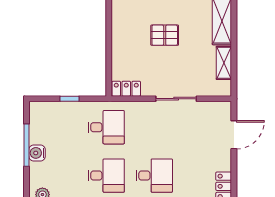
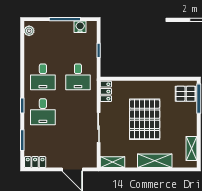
pallet: (165, 35) -> (145, 119), width x2.05, depth x2.00
shelving: (224, 63) -> (112, 162), moved
water cooler: (37, 153) -> (80, 27), moved

